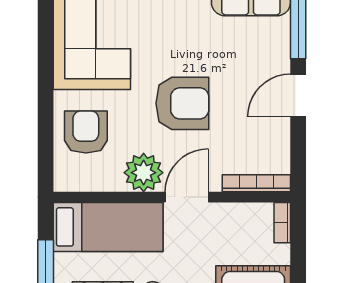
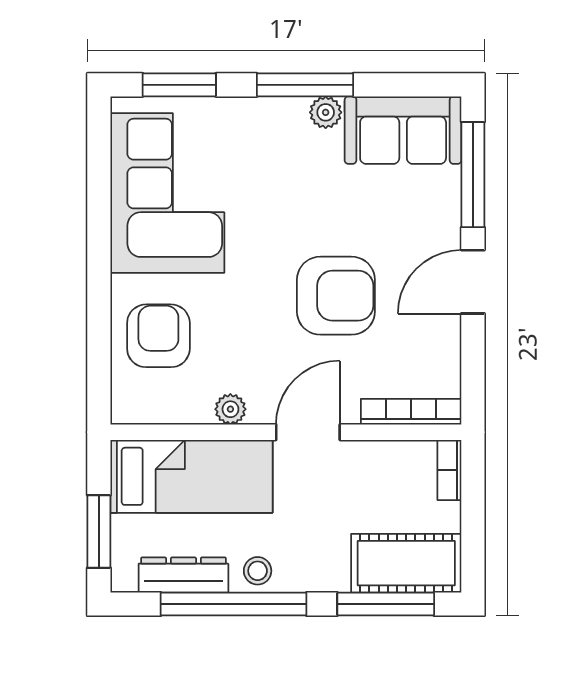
armchair: (182, 103) -> (336, 296), moved
plant: (144, 173) -> (230, 409), width x0.53, depth x0.53

